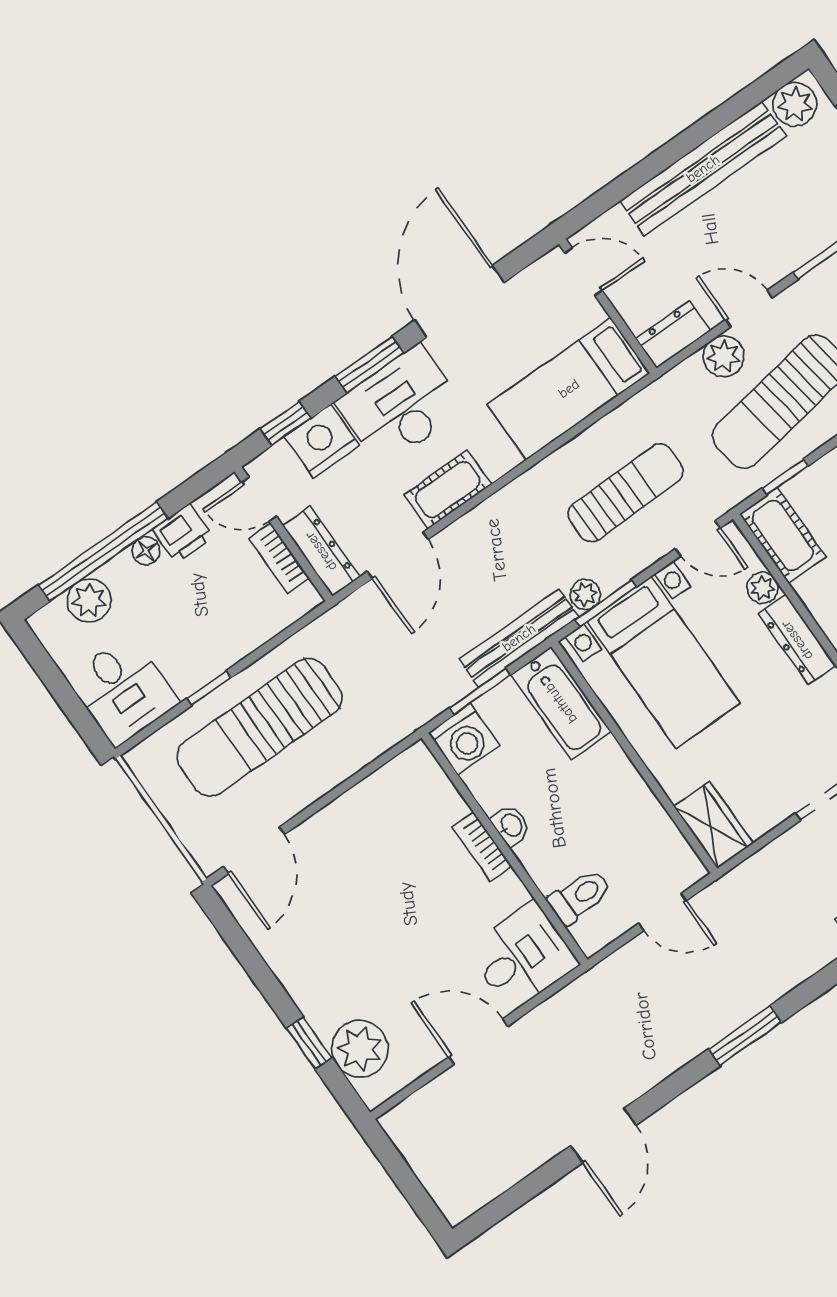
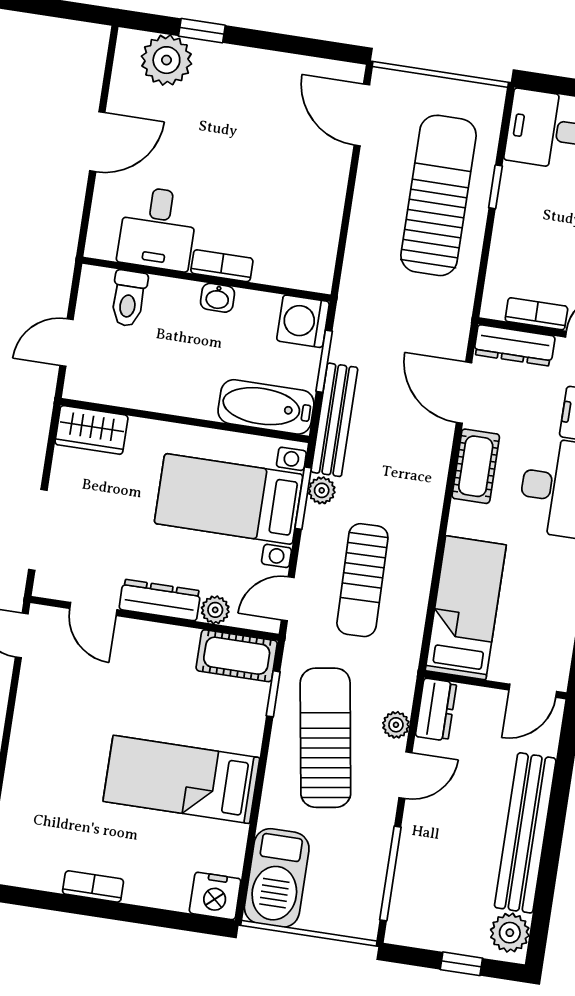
plant: (724, 356) -> (396, 725), width x0.73, depth x0.73
desk: (522, 956) -> (158, 228), moved

